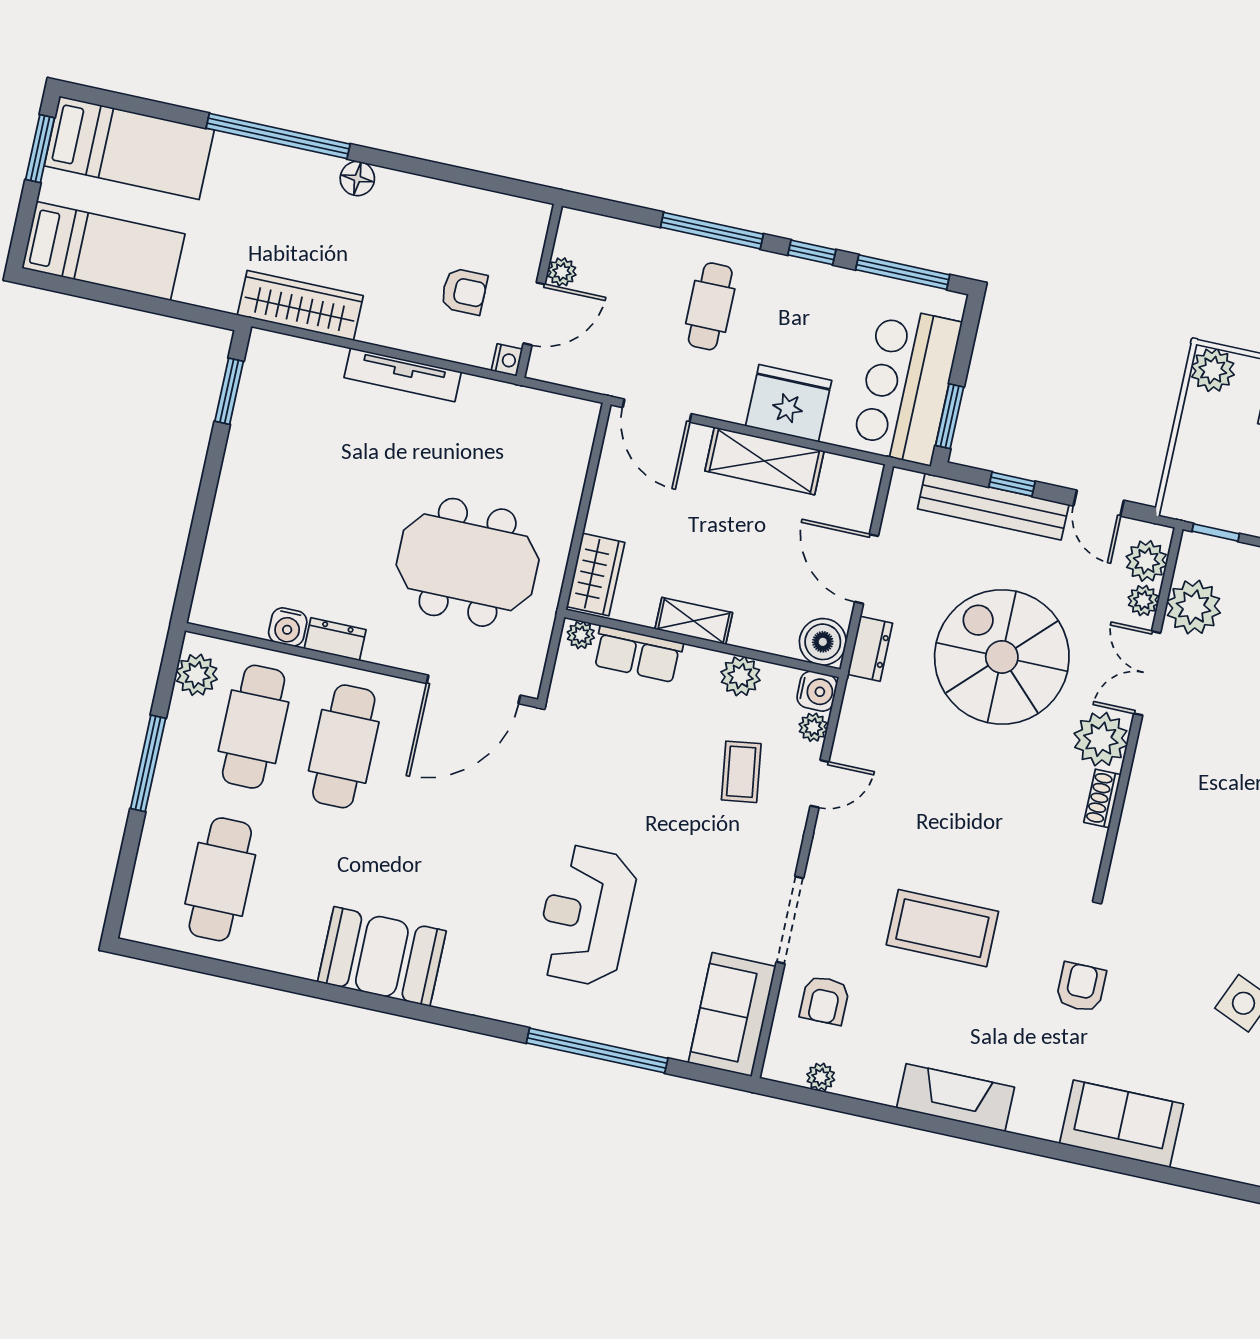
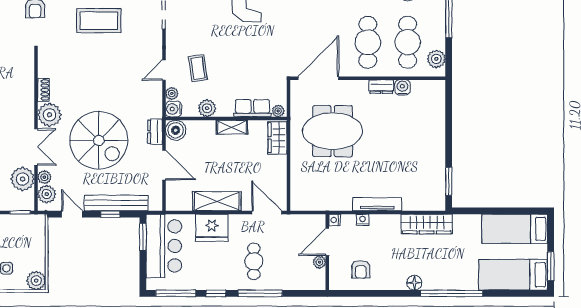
armchair: (464, 291) -> (361, 269), moved, turned -90
nightstand: (443, 347) -> (363, 220), added

